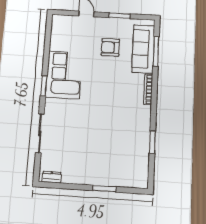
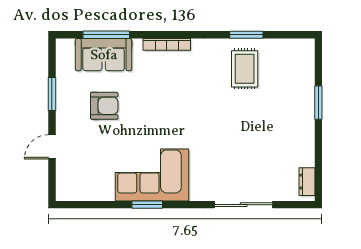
armchair: (110, 47) -> (104, 106), turned -90
sofa: (143, 49) -> (104, 55), width x0.73
window: (44, 86) -> (147, 205), moved
rug: (130, 140) -> (245, 69), added

